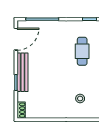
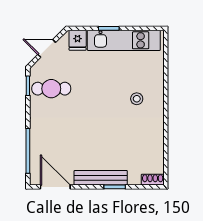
cafe table: (82, 51) -> (51, 89), moved

